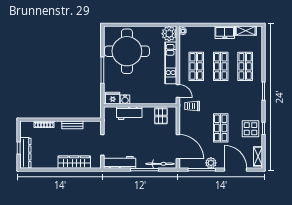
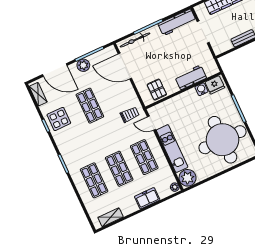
freezer: (225, 32) -> (147, 198), moved

